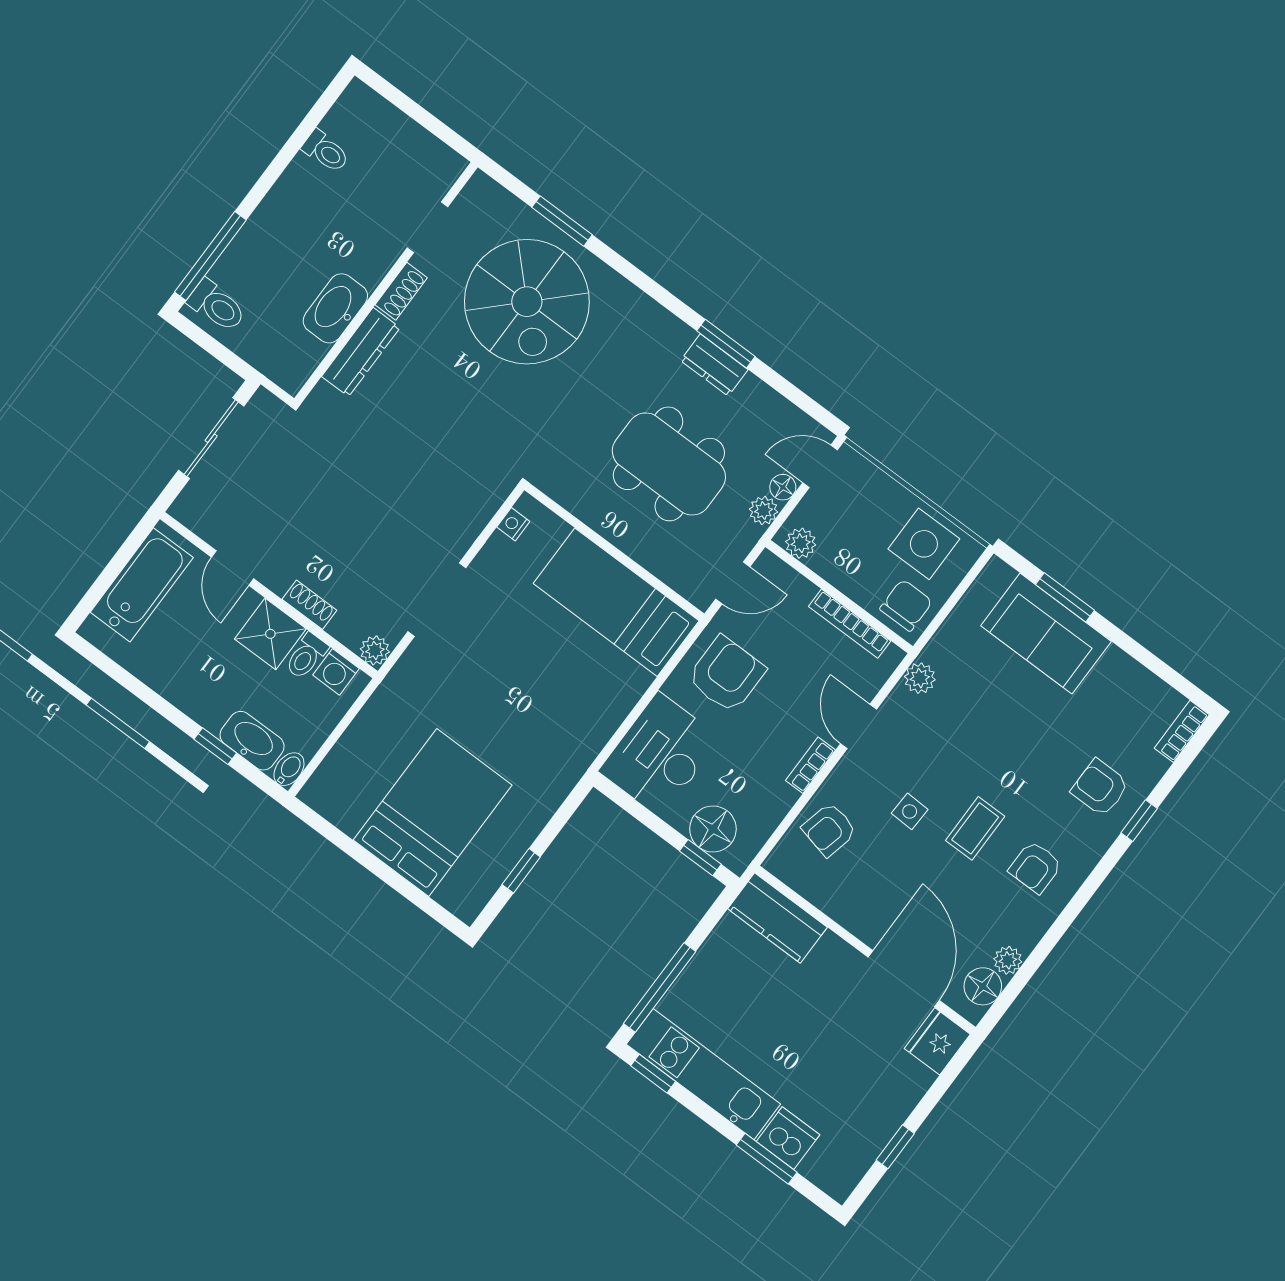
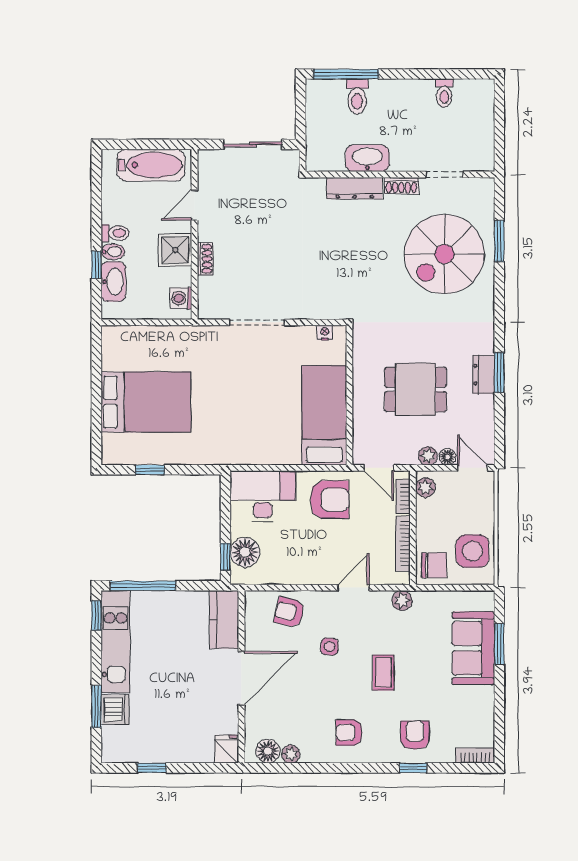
toilet: (217, 306) -> (357, 96), moved
dining table: (669, 464) -> (416, 389), width x0.73
plant: (375, 650) -> (207, 310), removed
toilet: (306, 656) -> (115, 233), moved, turned 180
bookcase: (810, 765) -> (403, 496), moved, turned -90
bidet: (289, 769) -> (113, 252), moved
coffee table: (975, 828) -> (383, 673), moved, turned 90
door: (904, 979) -> (241, 678), moved
fridge: (937, 1041) -> (227, 749), width x0.72

